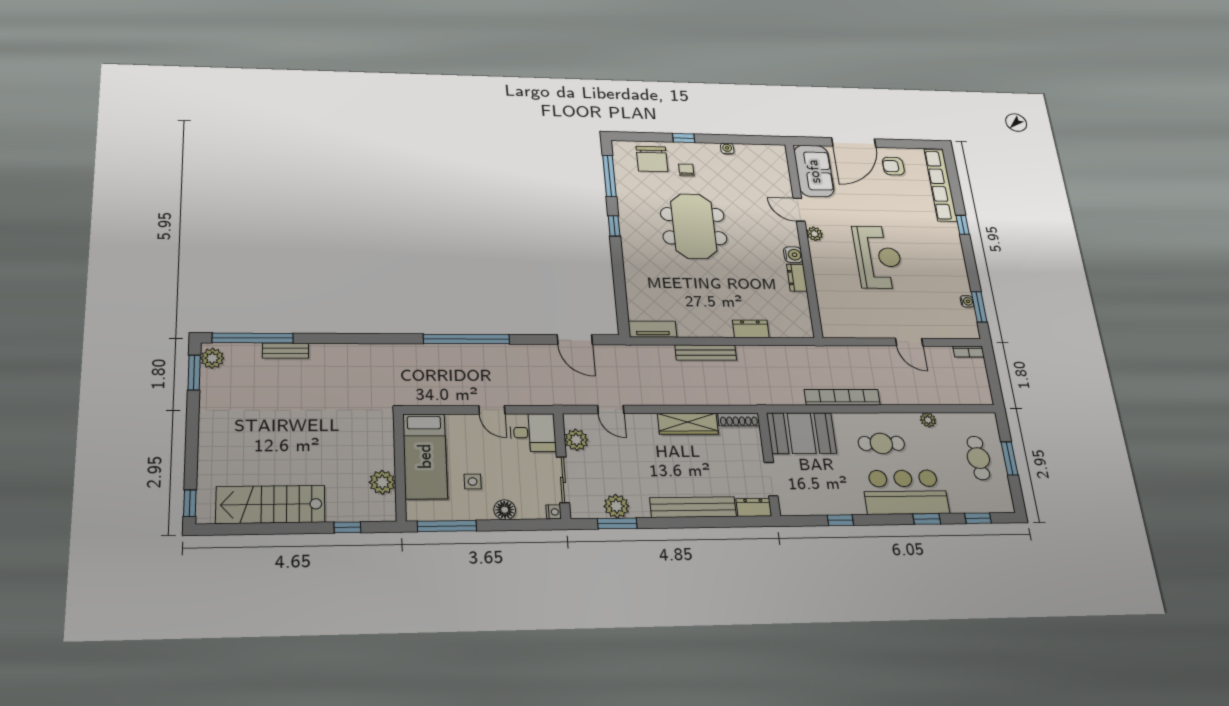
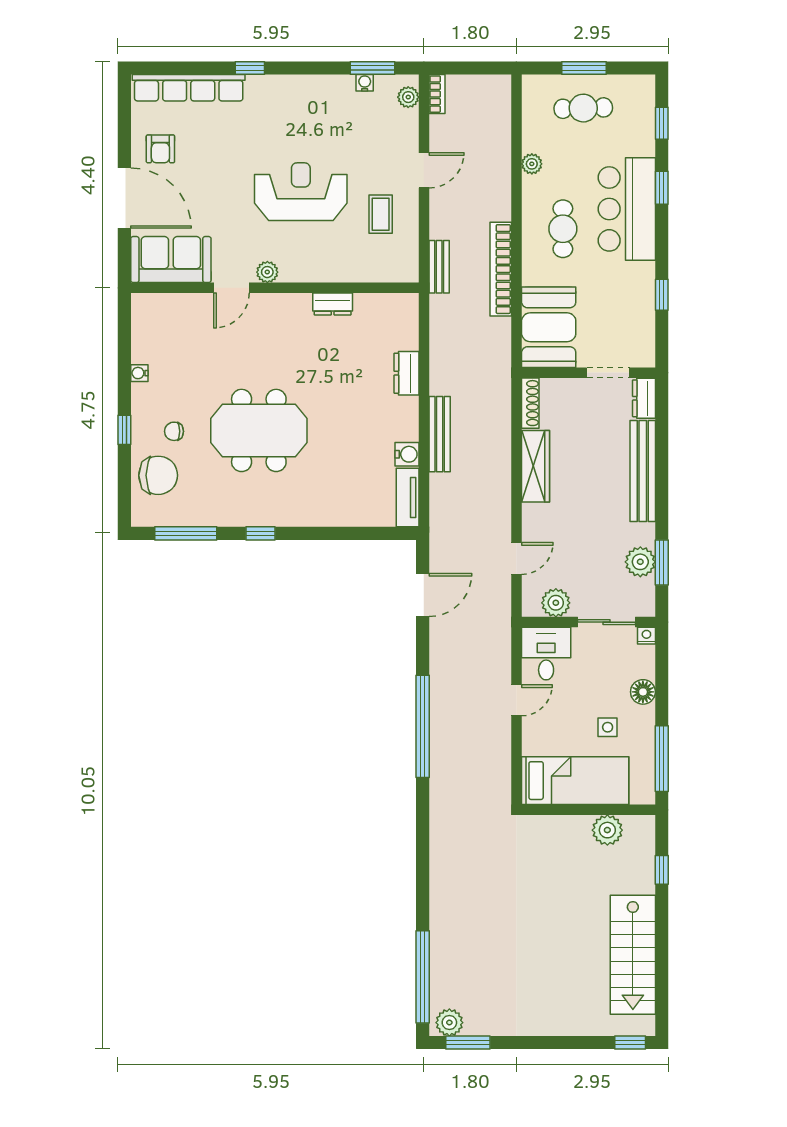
water cooler: (793, 255) -> (407, 454), moved, turned 90
coffee table: (871, 312) -> (381, 214), added
plant: (962, 331) -> (408, 97), added
bench: (285, 351) -> (439, 267), moved

